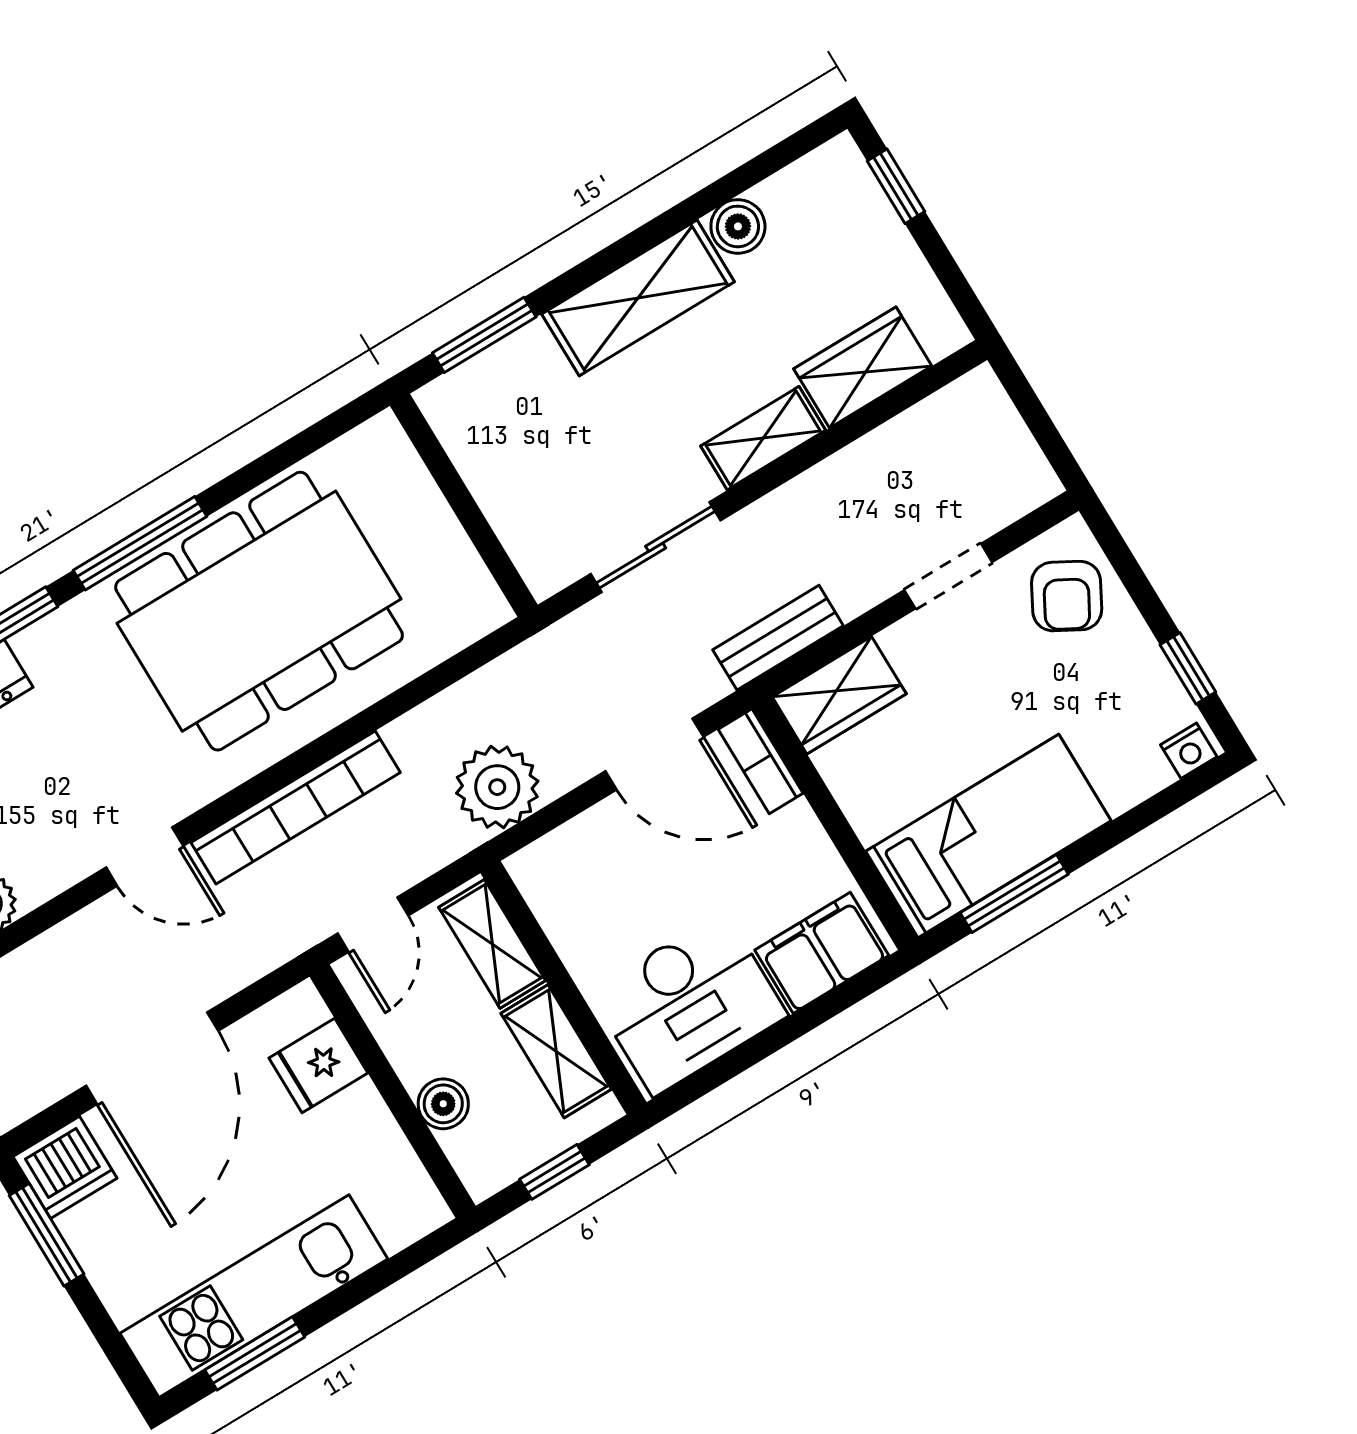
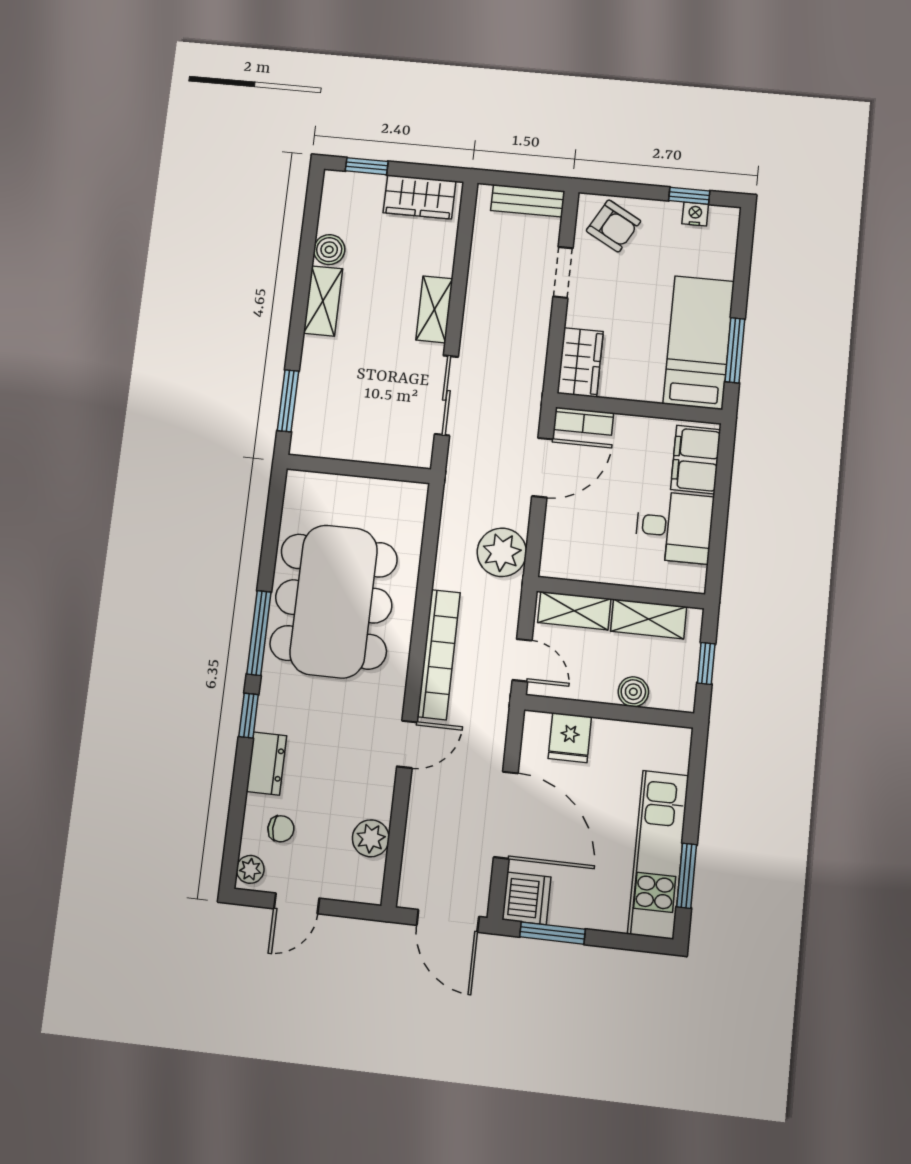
shelving: (638, 298) -> (323, 301), width x0.67, depth x0.75
wardrobe: (863, 367) -> (419, 197), moved, turned -90
bench: (778, 638) -> (528, 201), moved, turned 90
nightstand: (1189, 751) -> (695, 214), moved, turned -90
desk: (689, 1004) -> (674, 527), width x0.73

